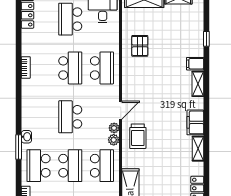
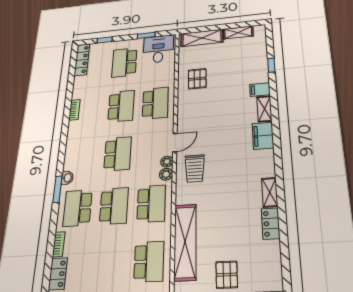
school desk: (70, 117) -> (118, 154), turned 180
filing cabinet: (195, 122) -> (263, 136), moved
shelving: (198, 149) -> (270, 192), moved

